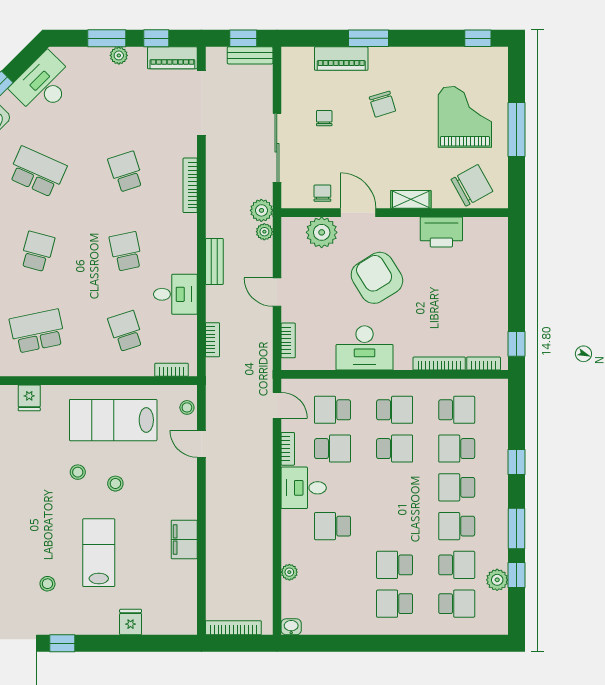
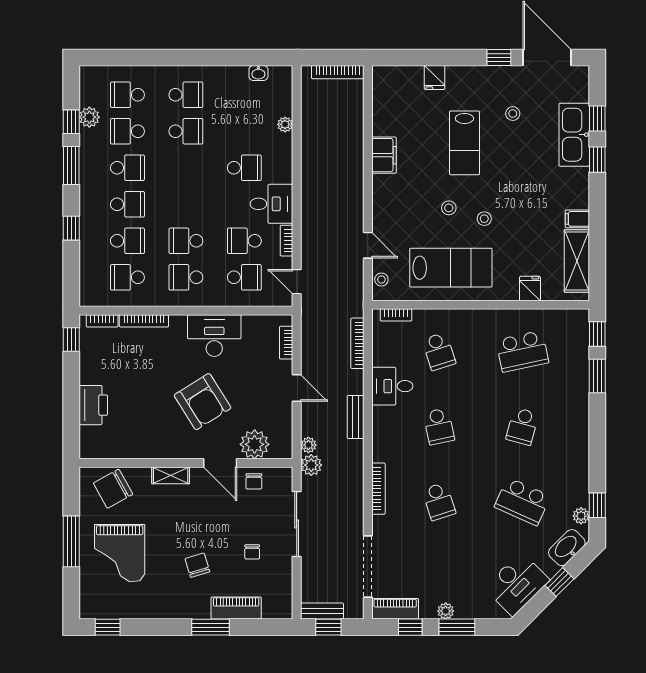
printer: (441, 232) -> (93, 405), moved, turned 90
bookcase: (212, 340) -> (357, 343), width x1.56
washbasin: (291, 627) -> (258, 73), moved

